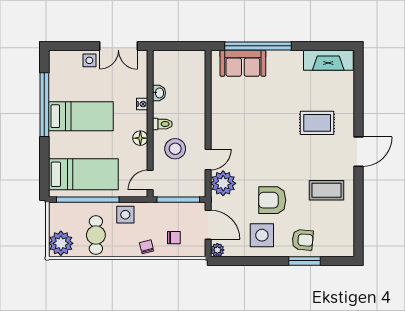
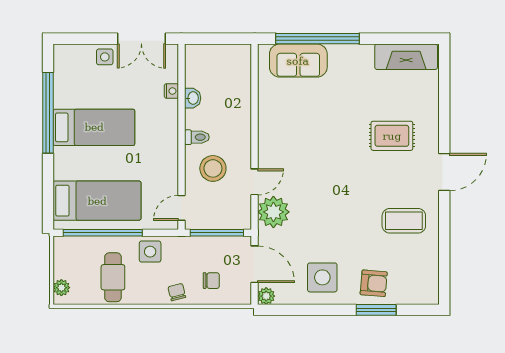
nightstand: (142, 104) -> (171, 91), moved
floor lamp: (140, 138) -> (169, 155), removed
armchair: (272, 200) -> (335, 233), removed
plant: (61, 243) -> (61, 288), width x0.53, depth x0.53

